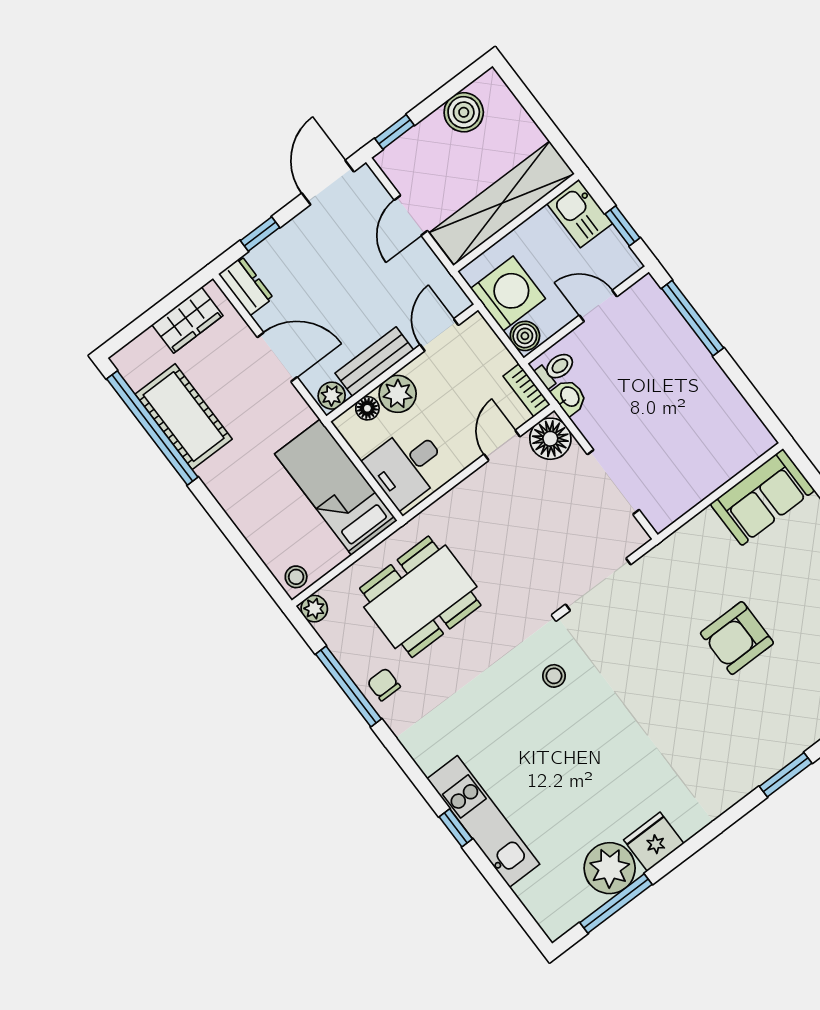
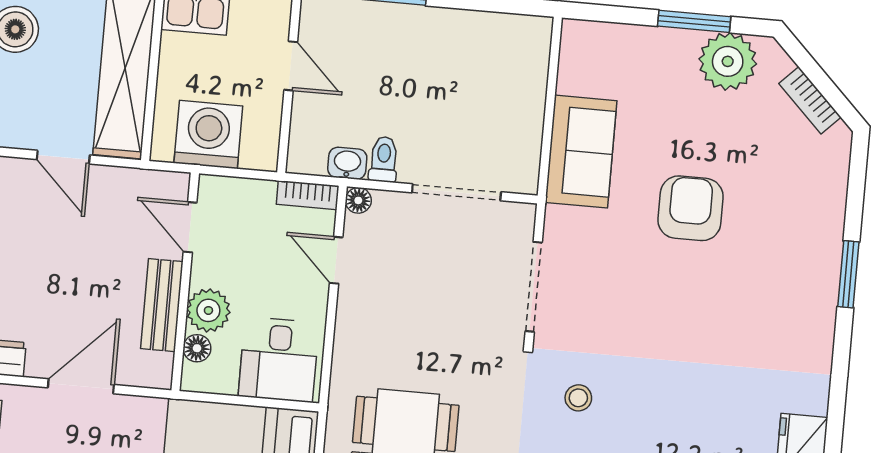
door: (598, 306) -> (291, 66), swing flipped
boiler: (525, 336) -> (259, 153), removed
toilet: (556, 369) -> (384, 159), moved
plant: (332, 396) -> (158, 369), removed
floor lamp: (550, 439) -> (358, 200), width x0.53, depth x0.53
sofa: (762, 497) -> (581, 152), moved
armchair: (737, 638) -> (691, 208), turned 180

